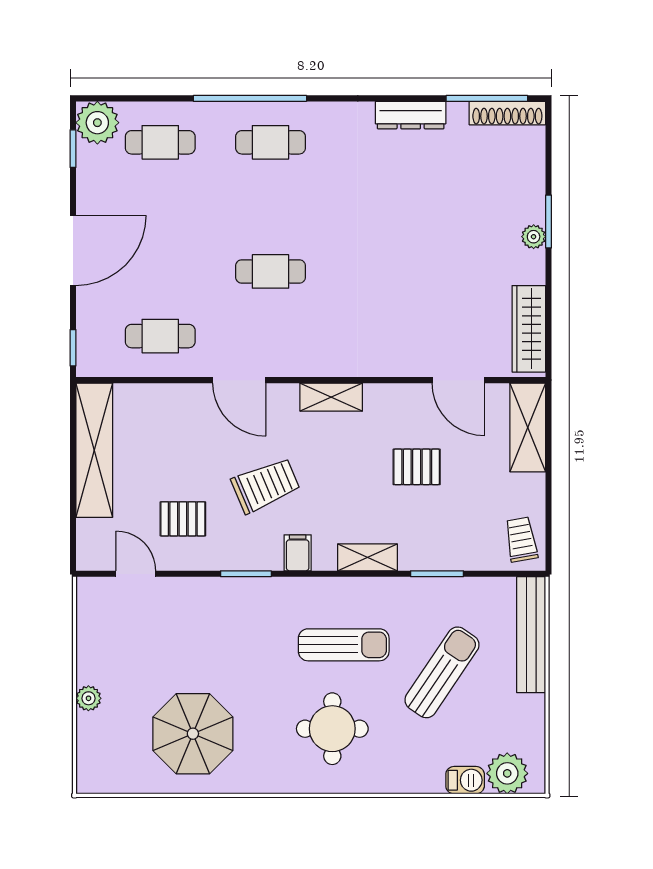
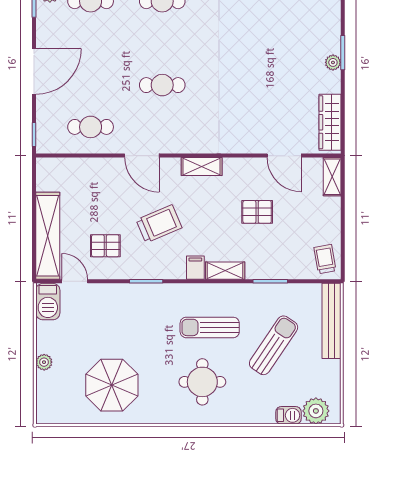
shelving: (528, 427) -> (332, 177), width x0.67, depth x0.75
shelving: (94, 450) -> (48, 236), moved
filing cabinet: (298, 553) -> (195, 268), moved
barbecue: (94, 605) -> (48, 302), added
sun lounger: (344, 645) -> (210, 327), turned 180

